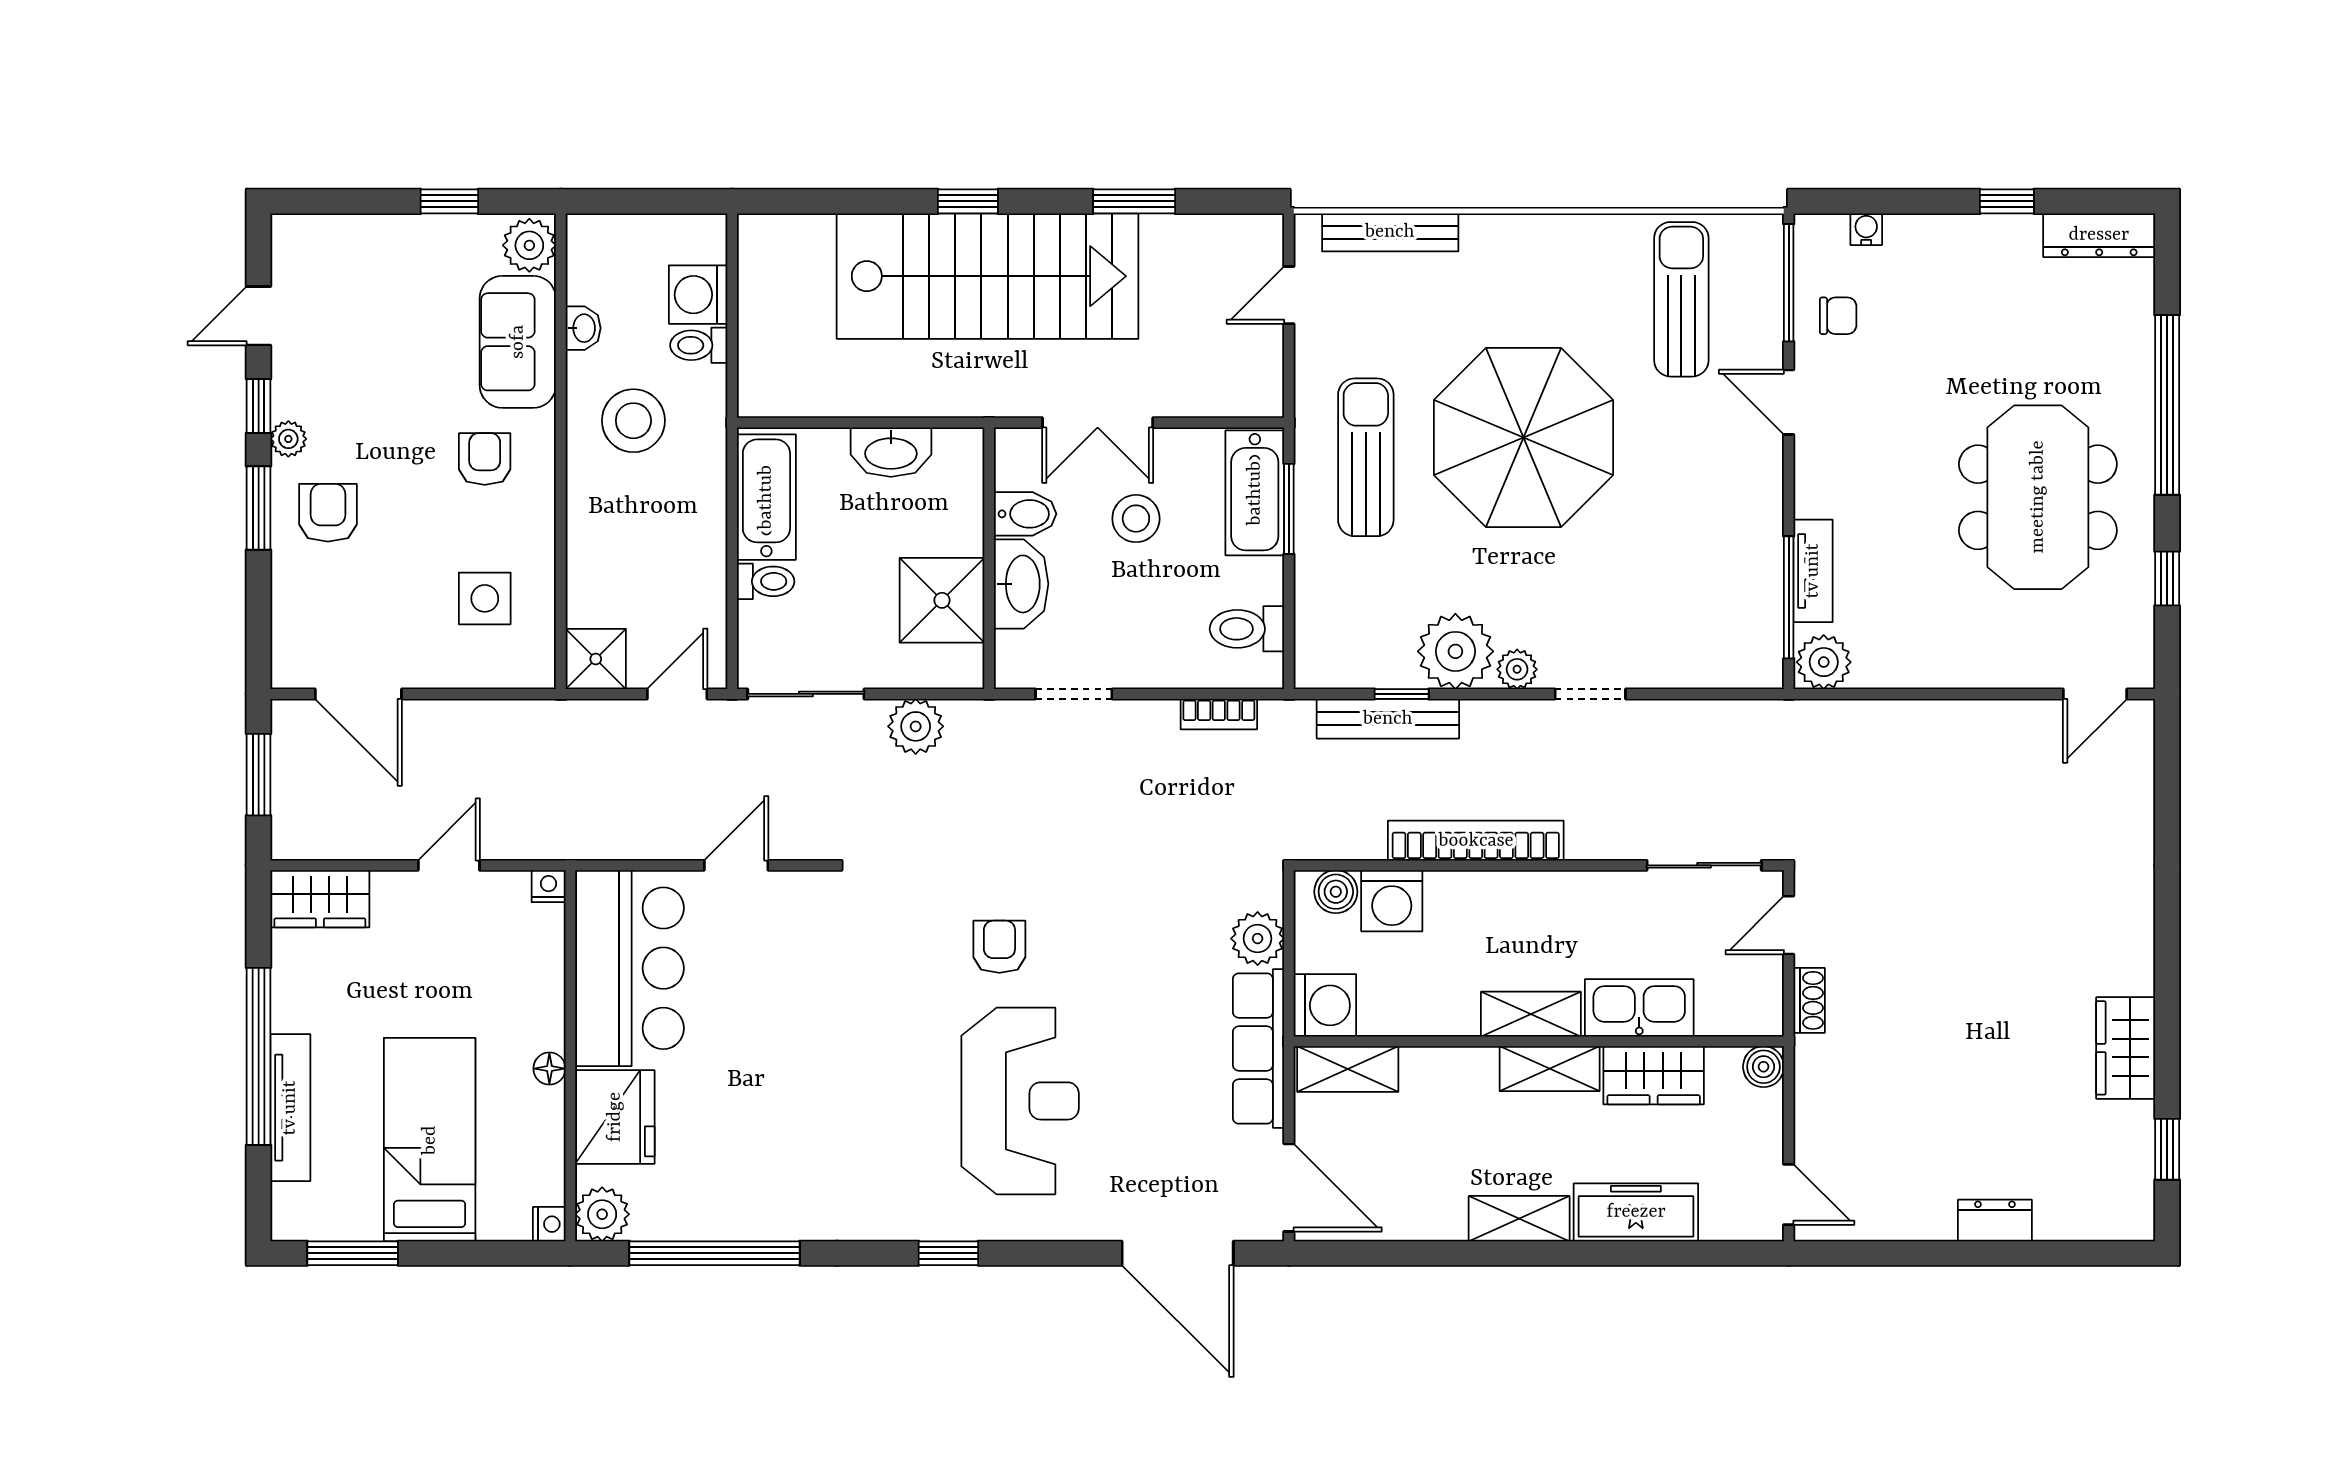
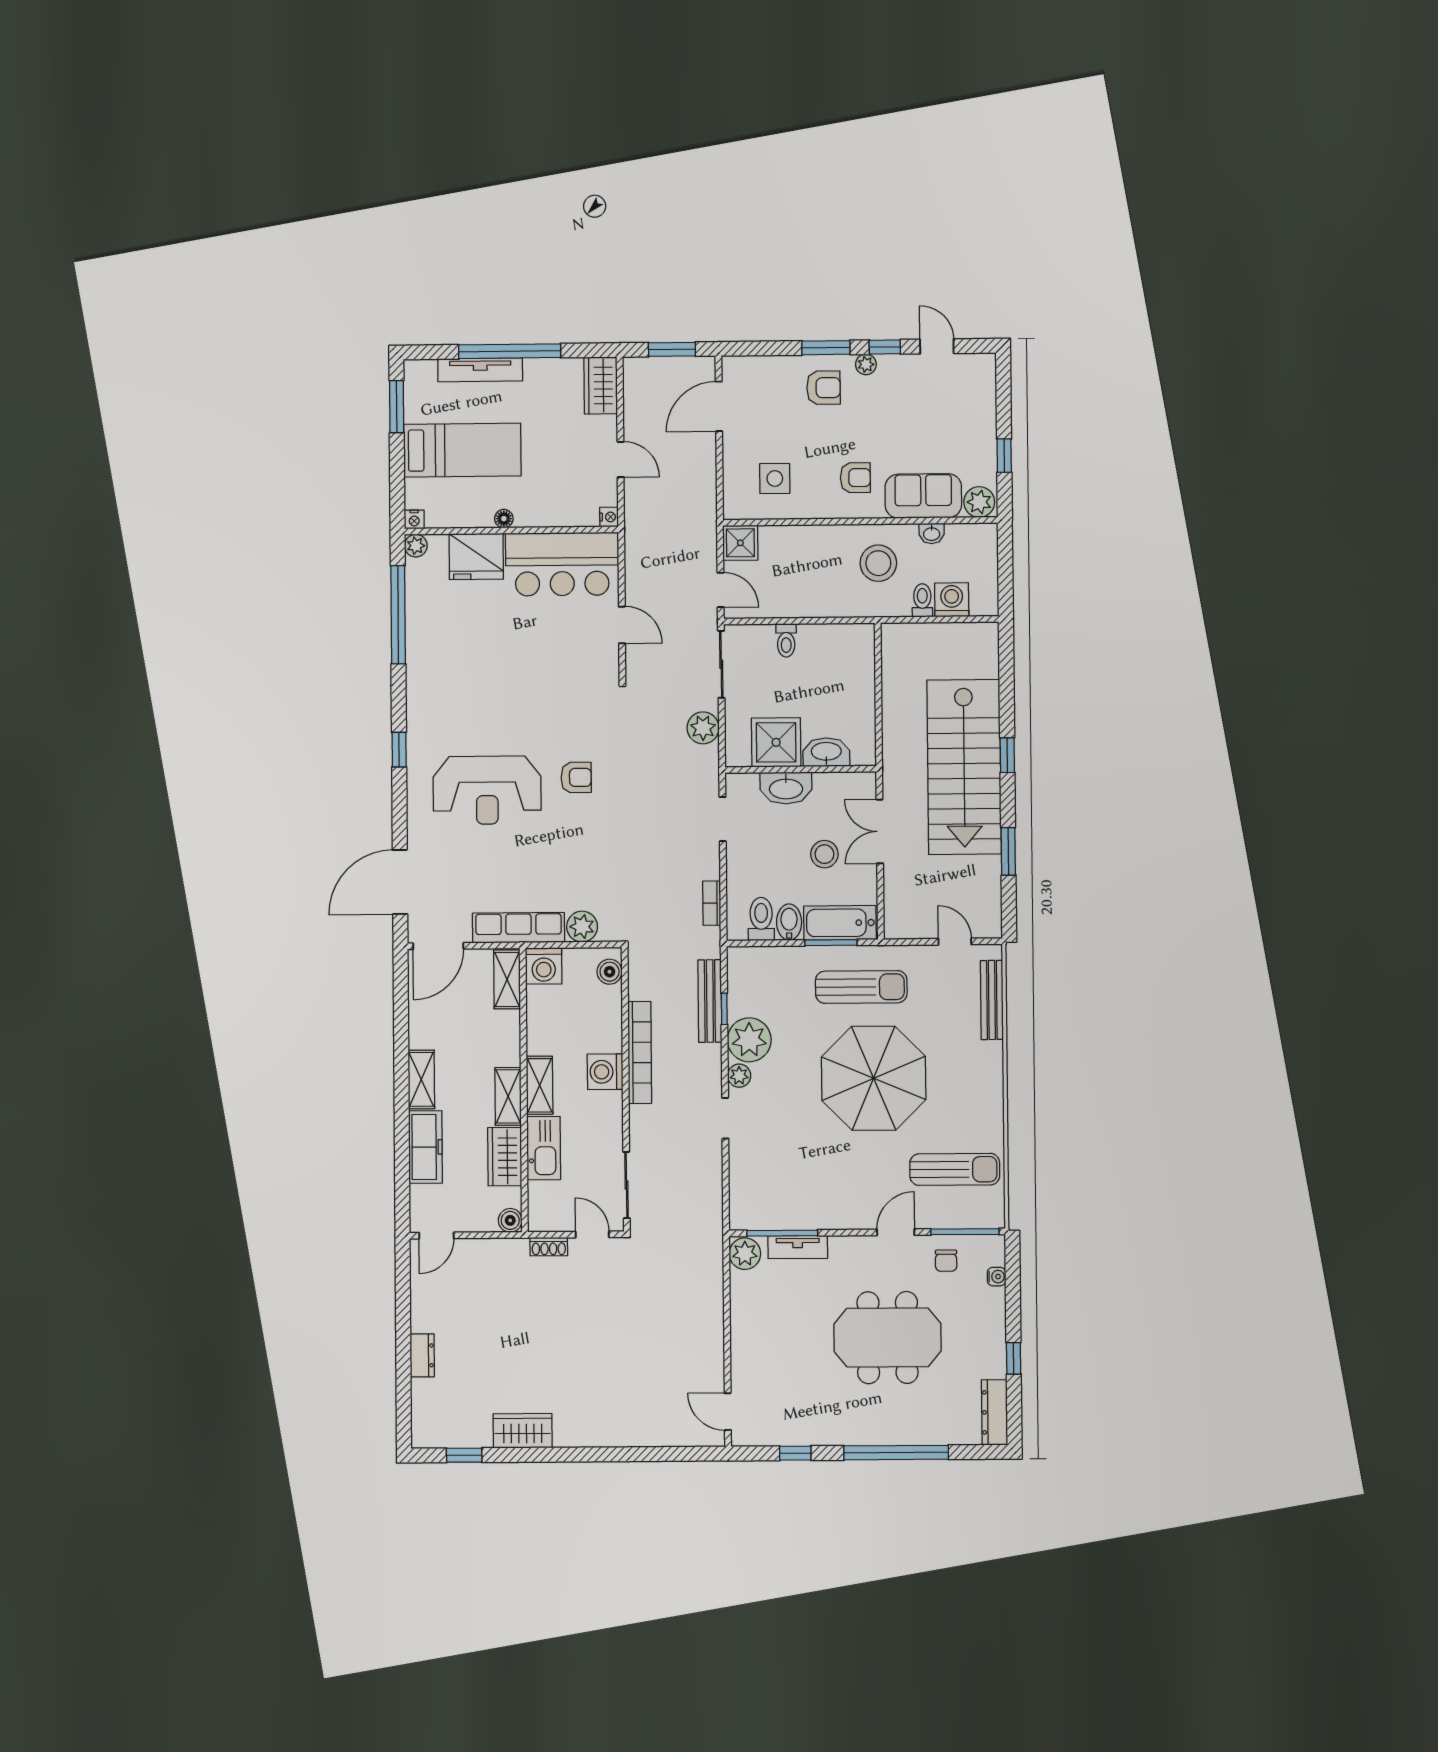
washbasin: (891, 452) -> (826, 752), moved, turned 90
bathtub: (766, 497) -> (835, 640), removed
meeting table: (2038, 497) -> (888, 1338), moved
bidet: (1025, 514) -> (789, 922), moved, turned 180
washing machine: (1392, 901) -> (605, 1072), moved
plant: (602, 1214) -> (416, 546), width x0.73, depth x0.73

